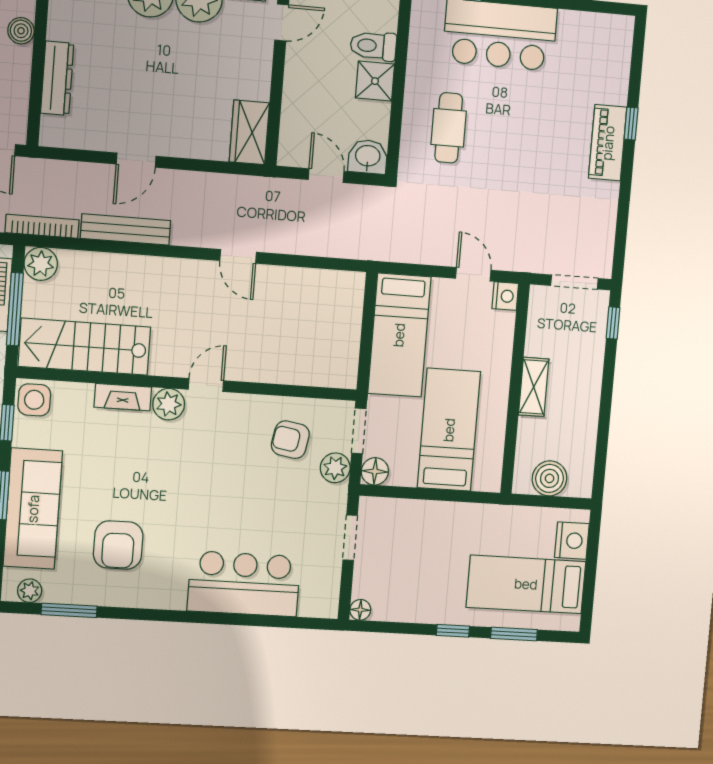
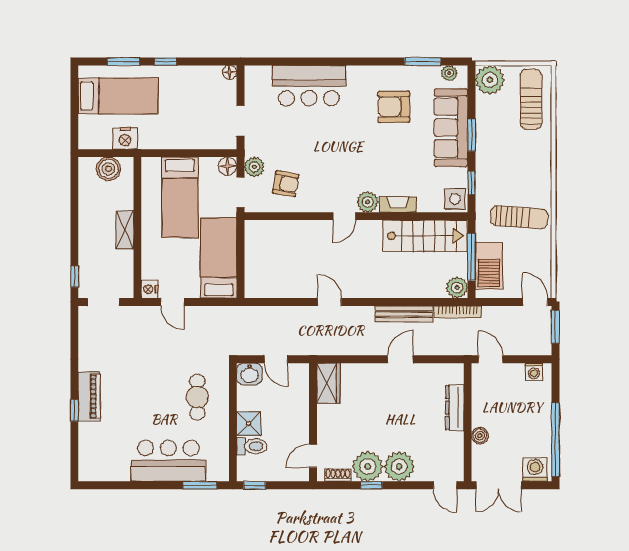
nightstand: (572, 541) -> (125, 138), moved, turned -90
armchair: (118, 545) -> (394, 107), turned -90

